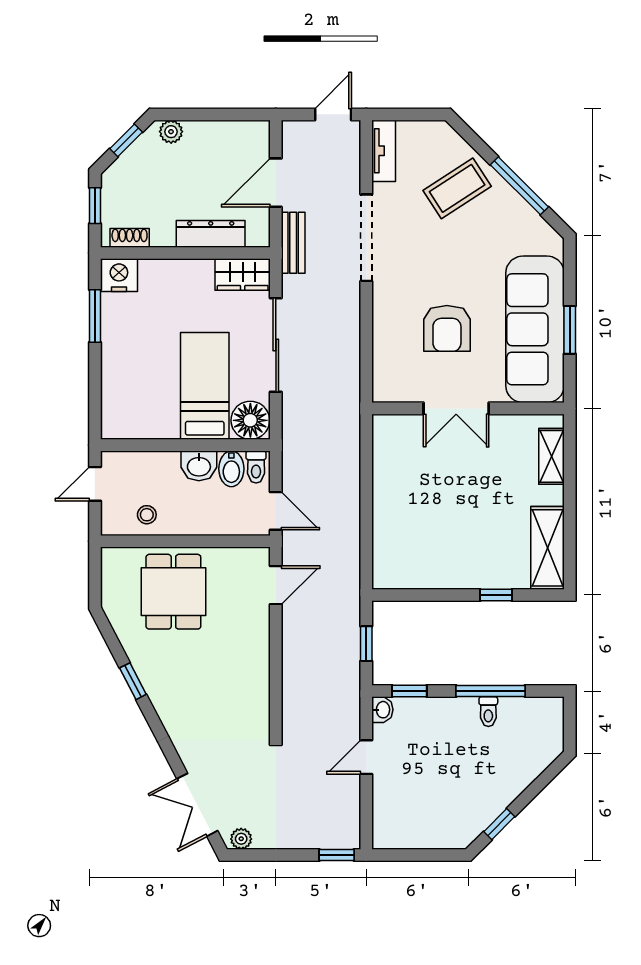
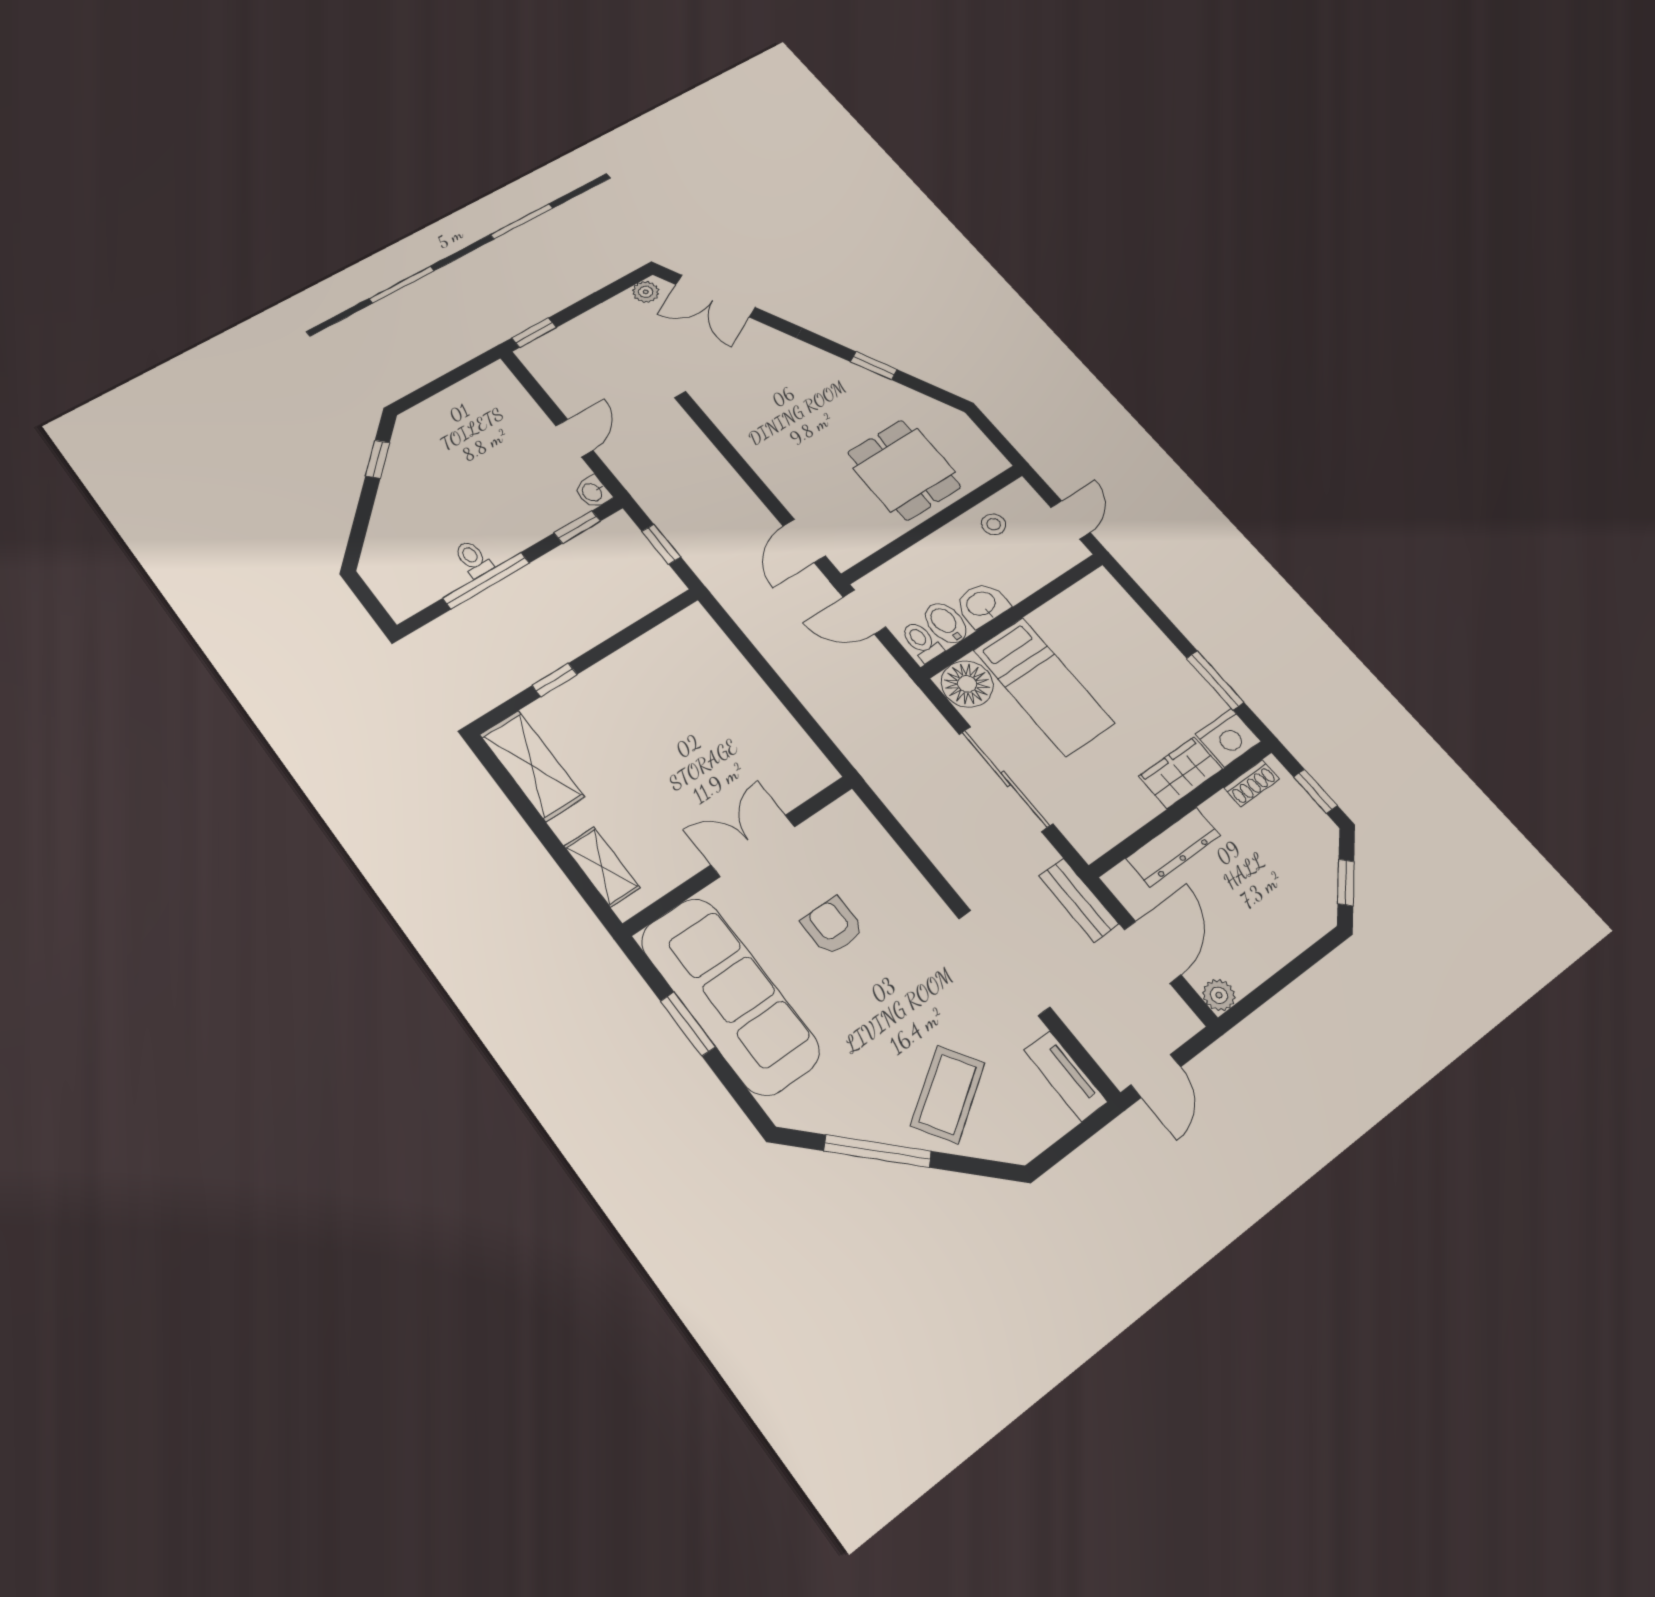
plant: (171, 132) -> (1219, 995), moved
wardrobe: (243, 275) -> (1181, 773), moved
armchair: (447, 328) -> (833, 926), width x0.72, depth x0.72
double door: (197, 805) -> (715, 296), swing flipped

